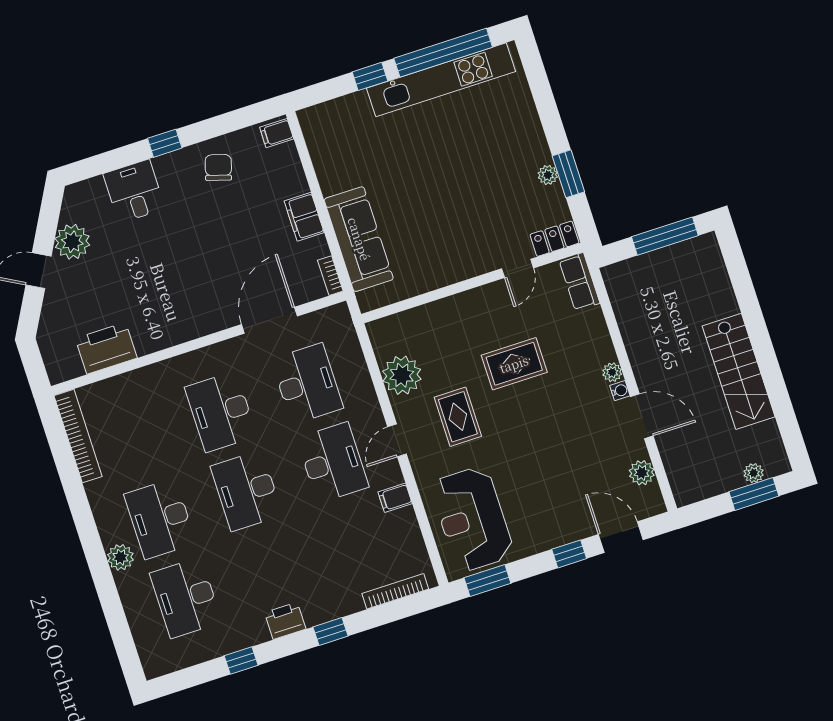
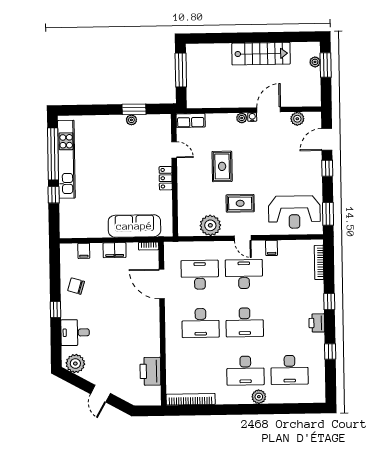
filing cabinet: (277, 133) -> (84, 251), moved
locker: (554, 239) -> (166, 178), moved
plant: (72, 242) -> (75, 364), moved

